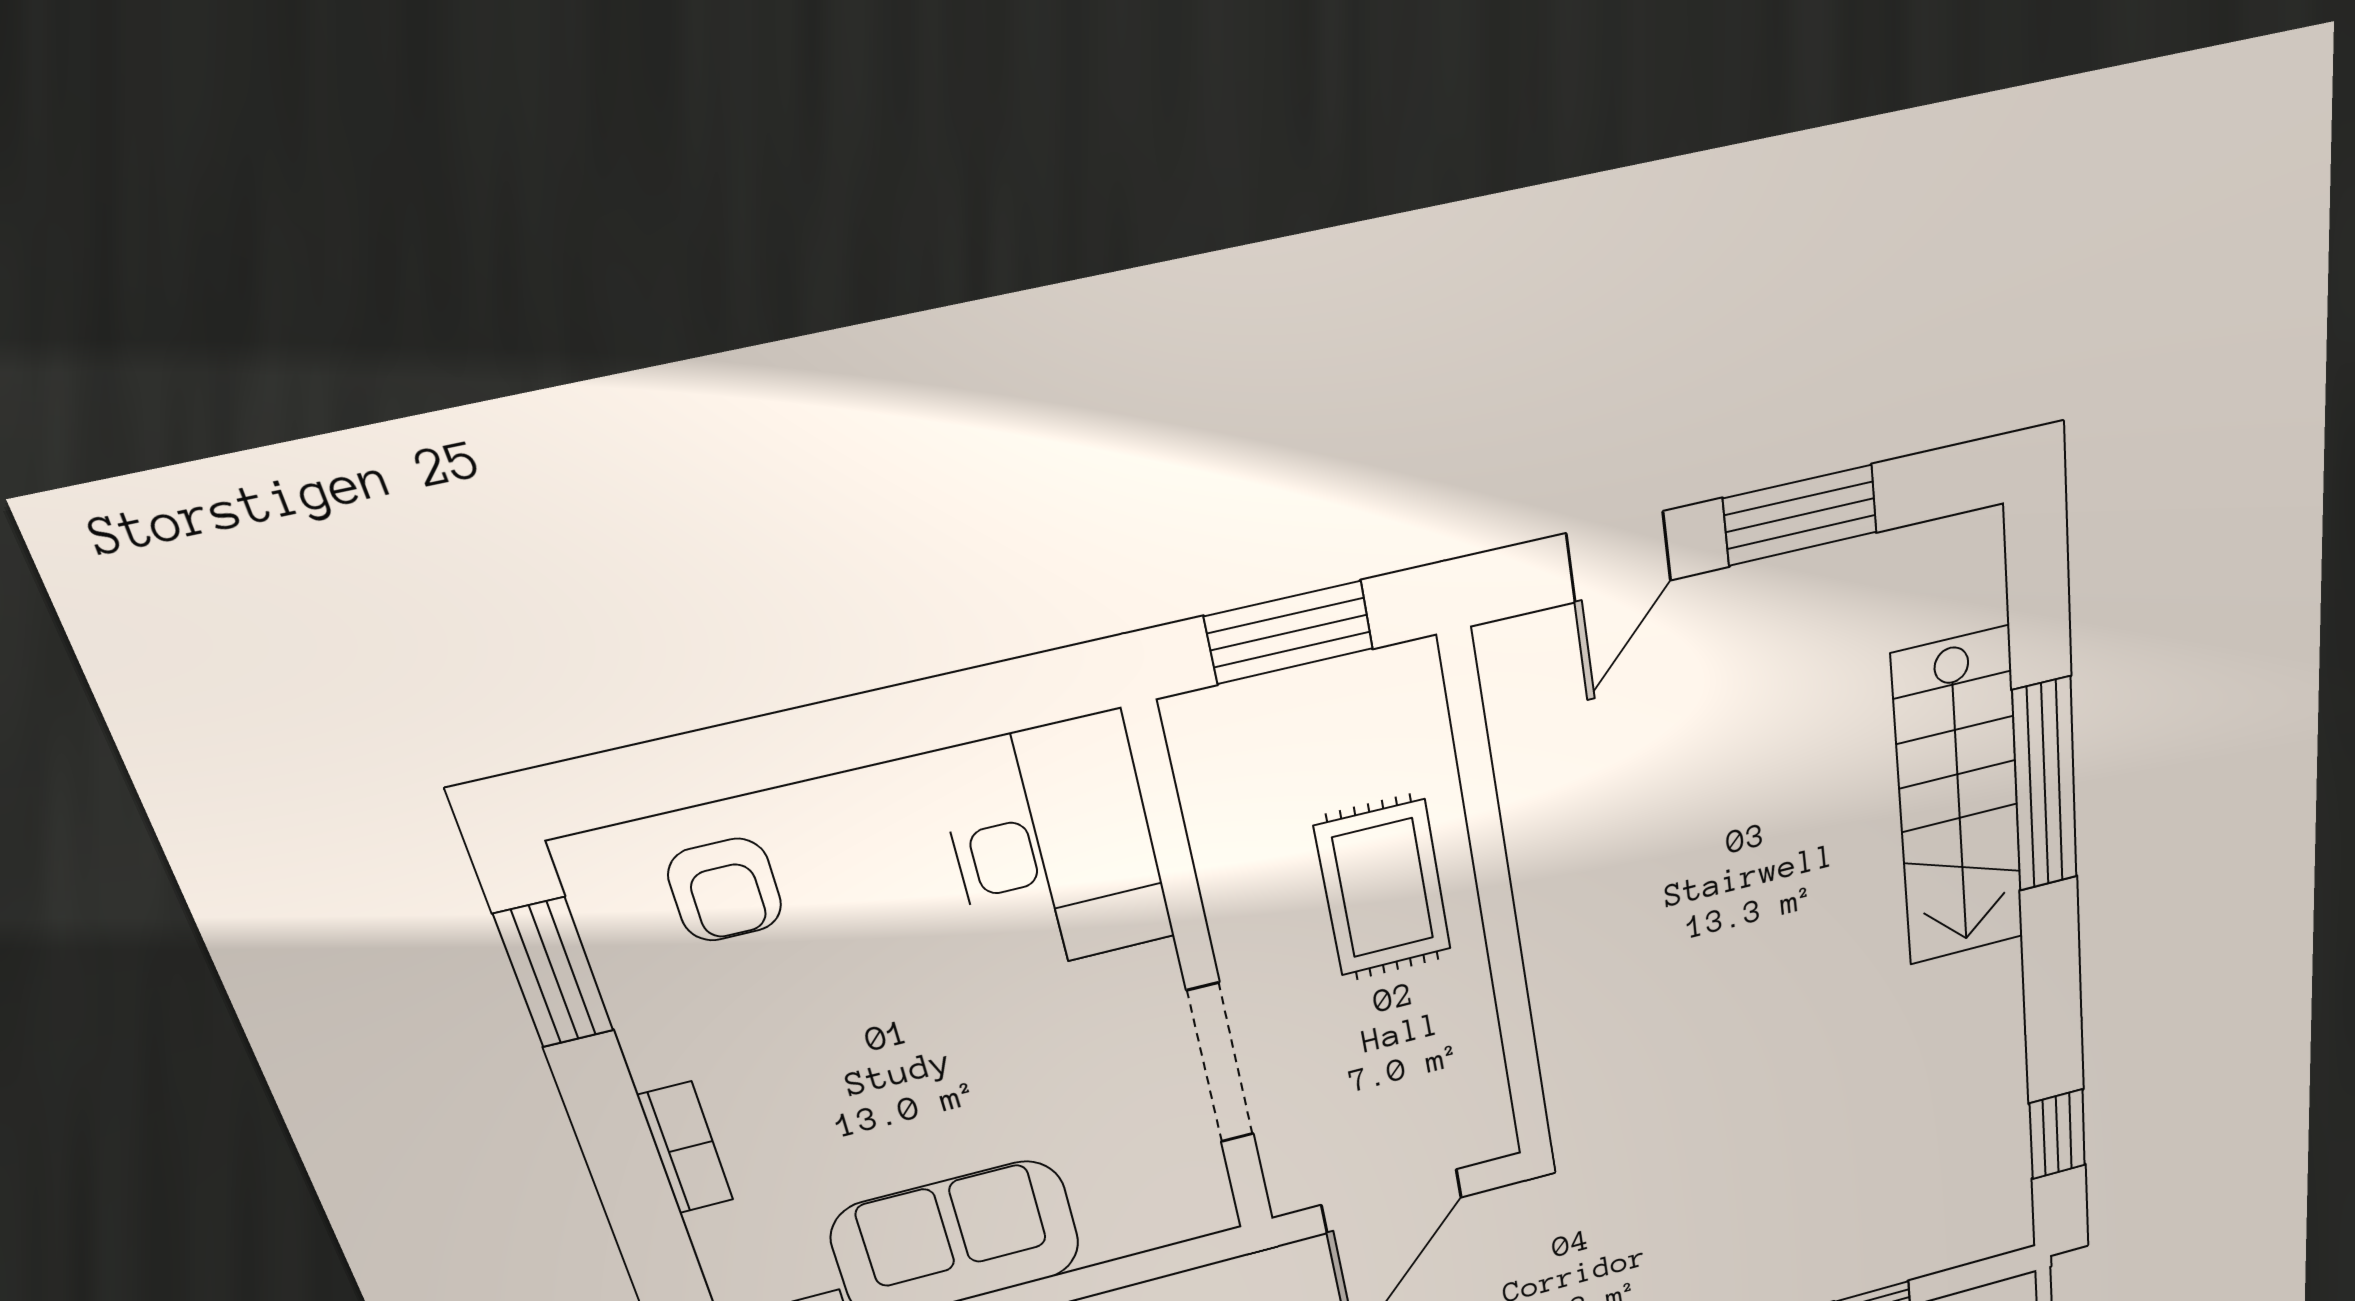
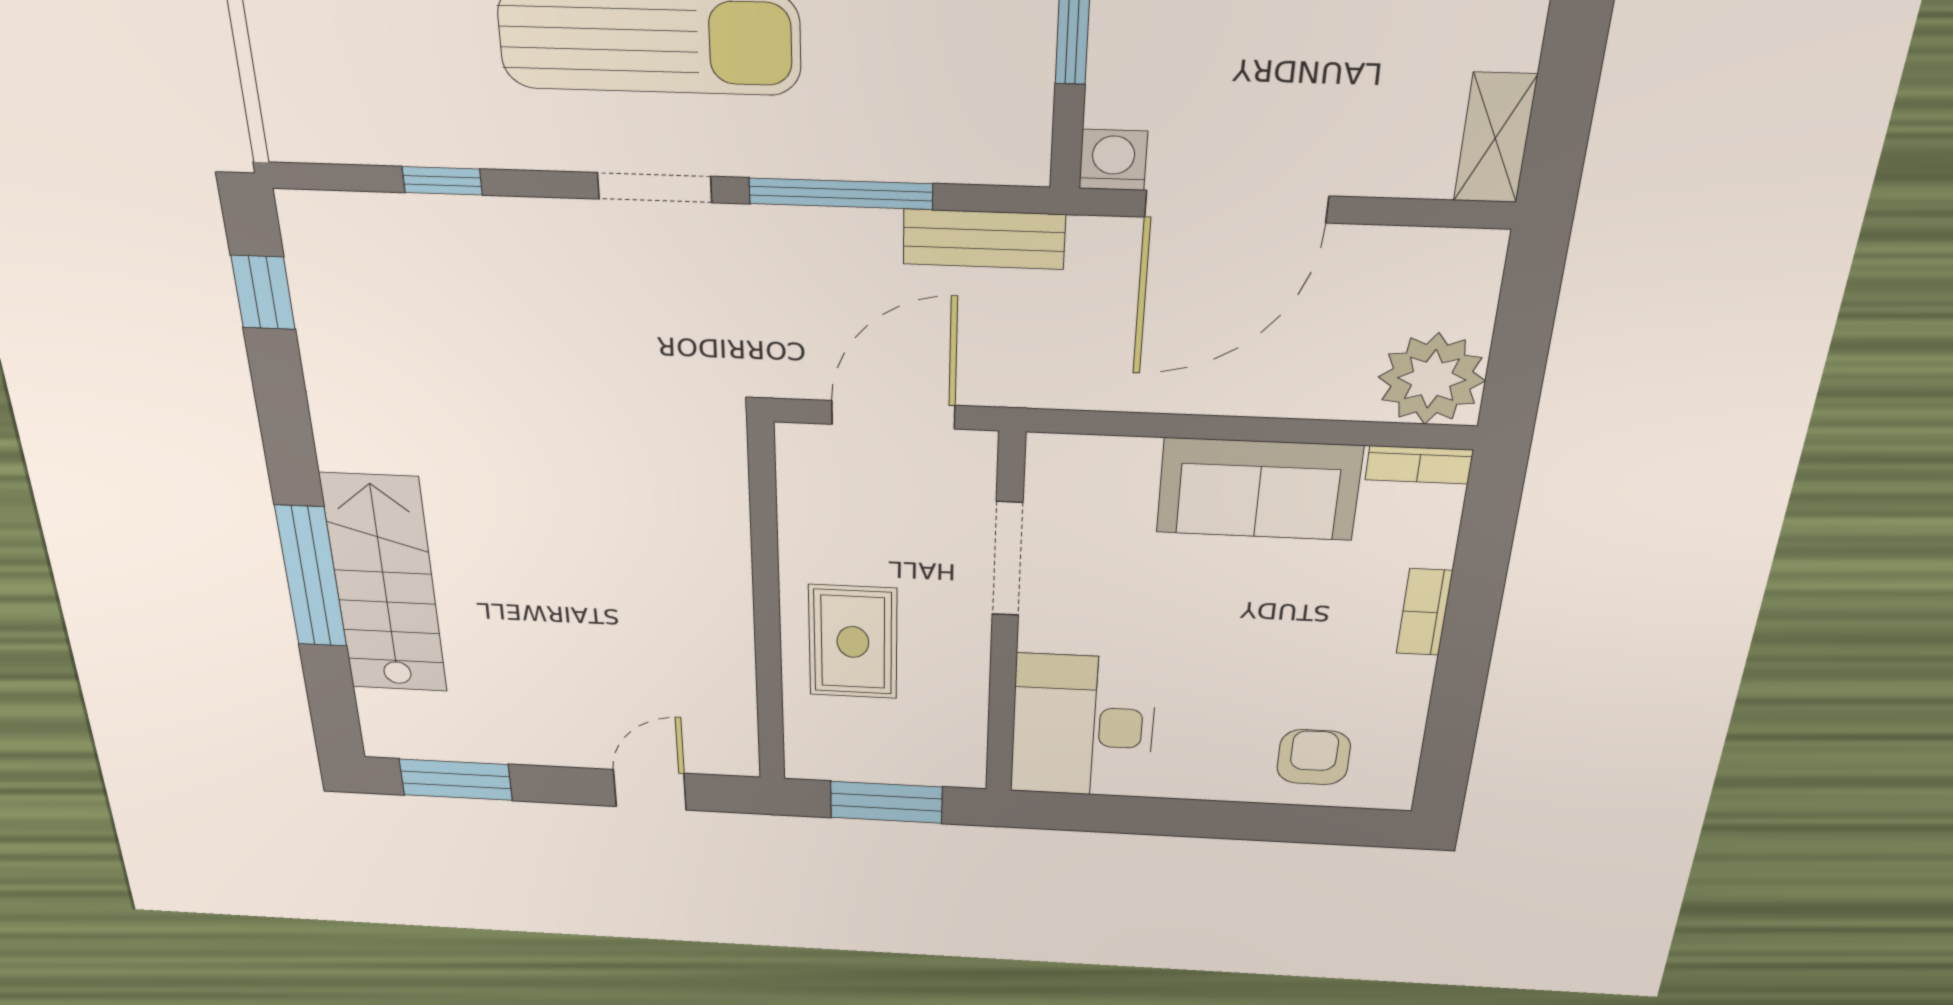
window: (1800, 515) -> (456, 780), moved
window: (554, 973) -> (1449, 740), removed

